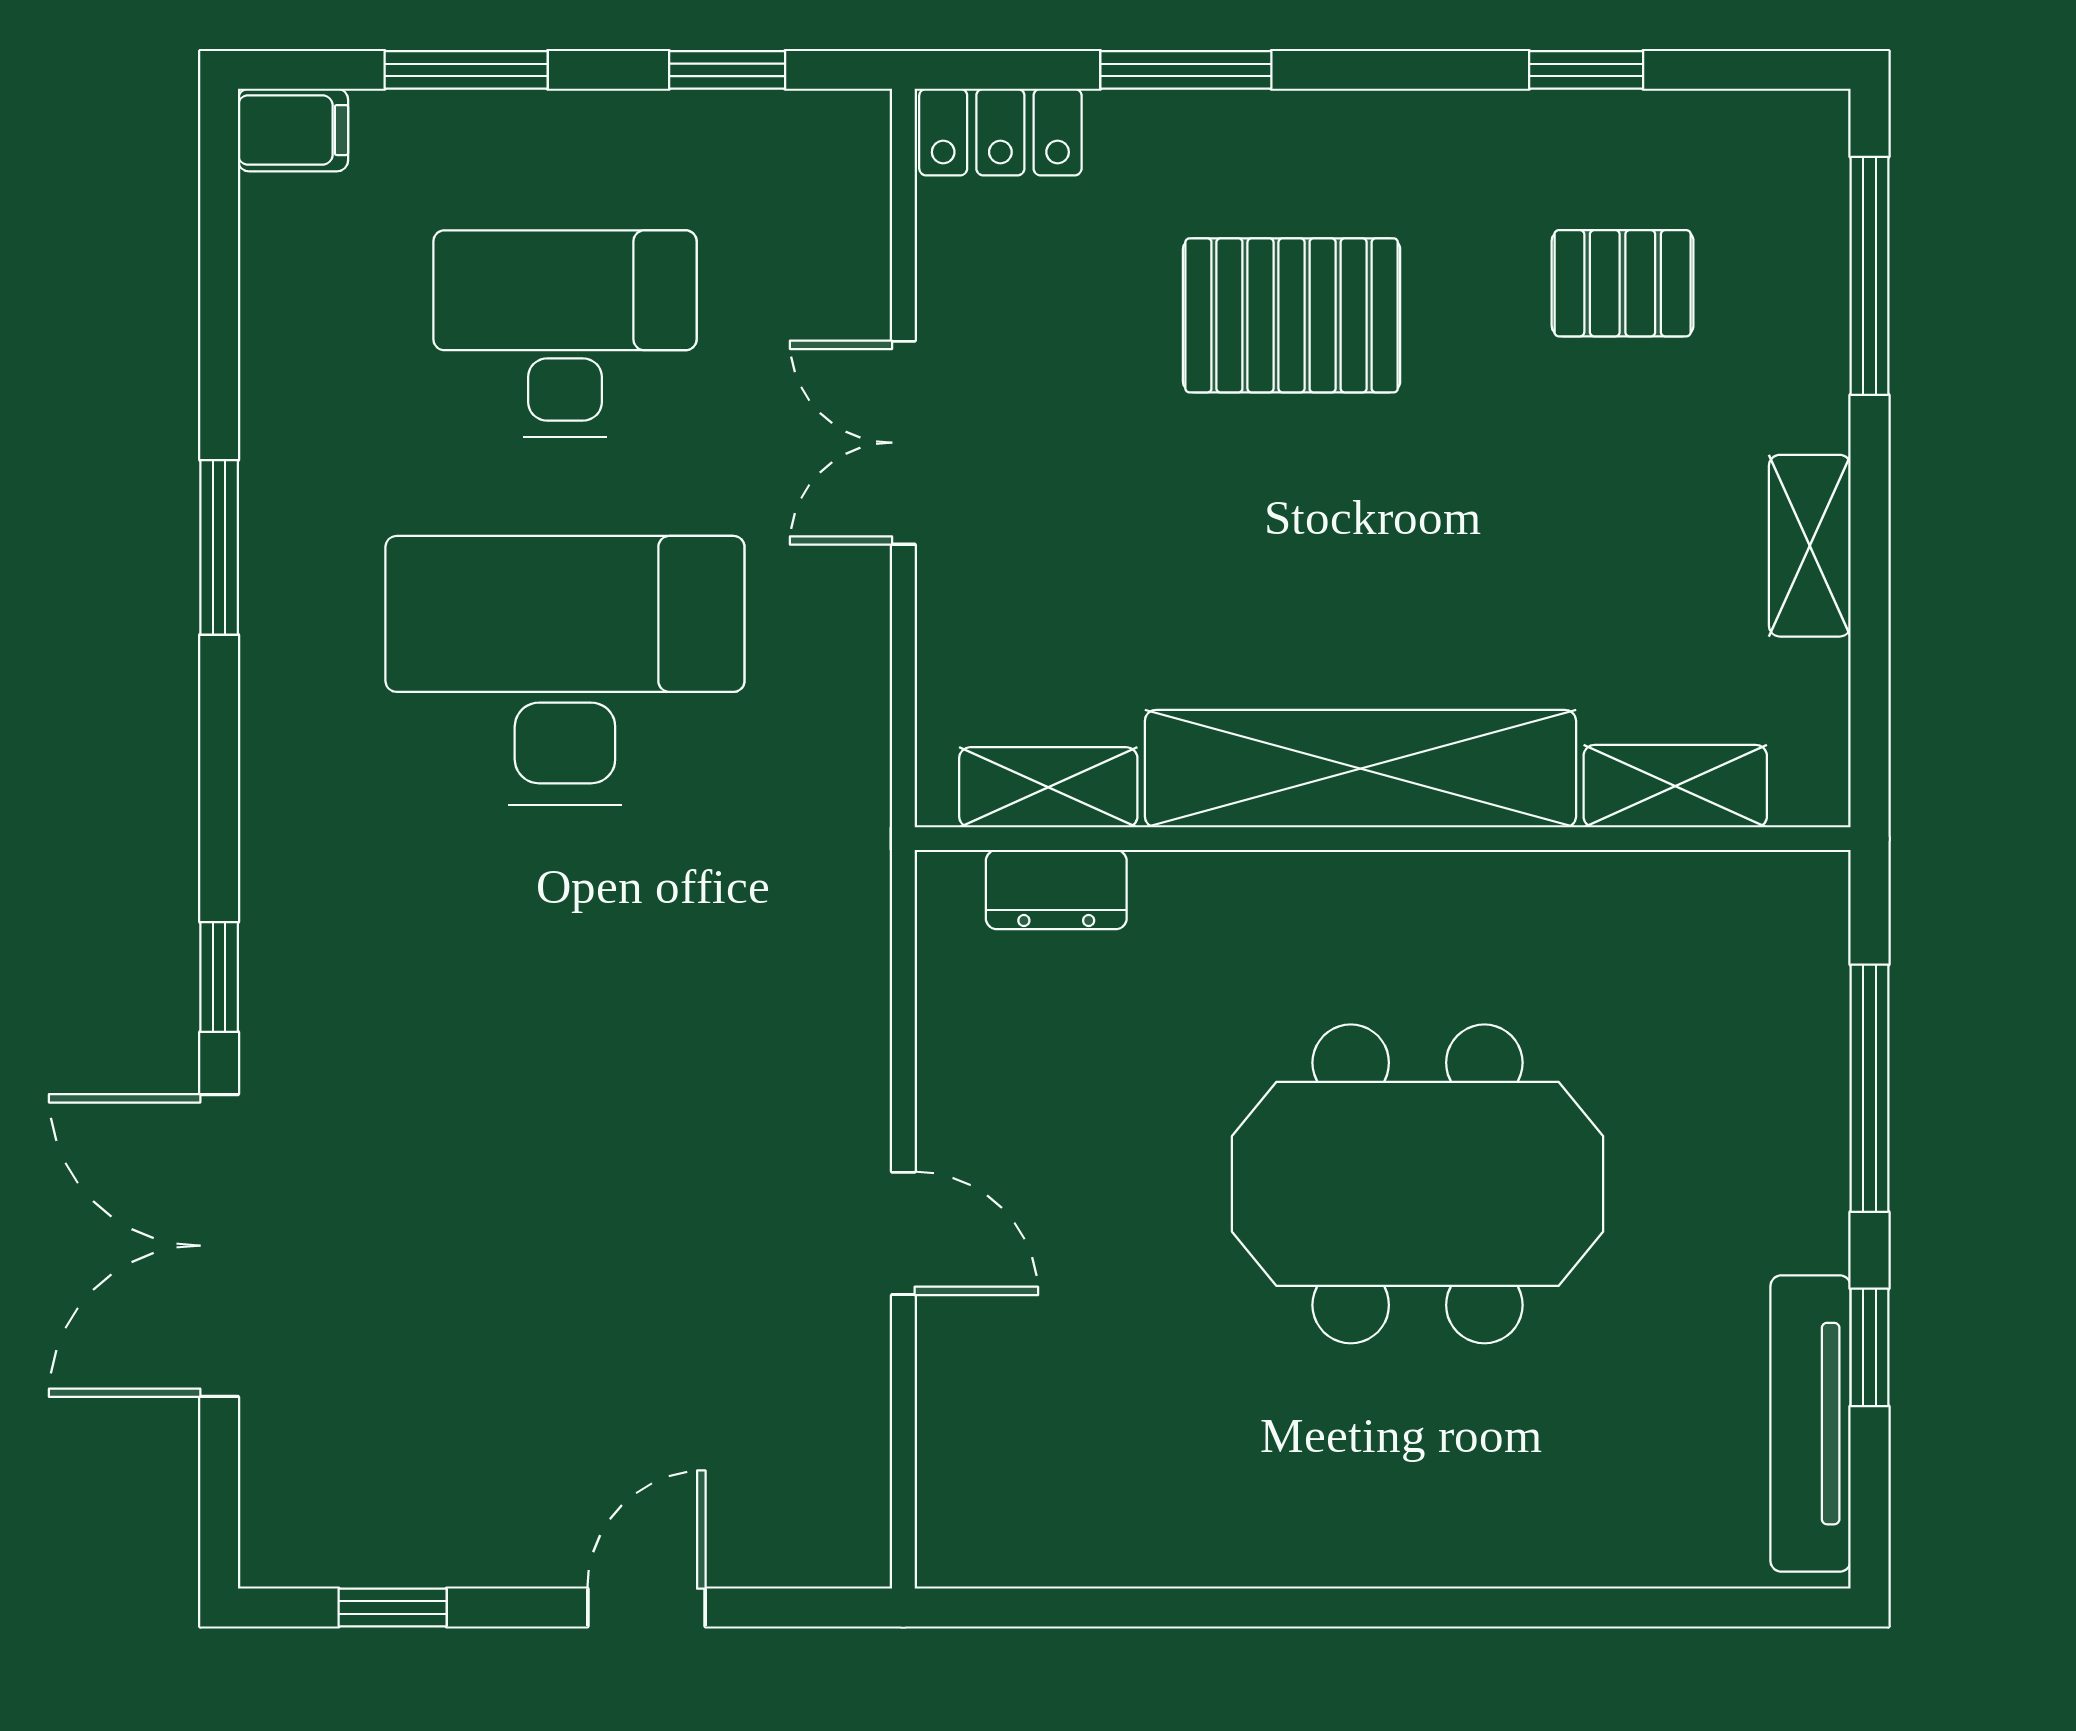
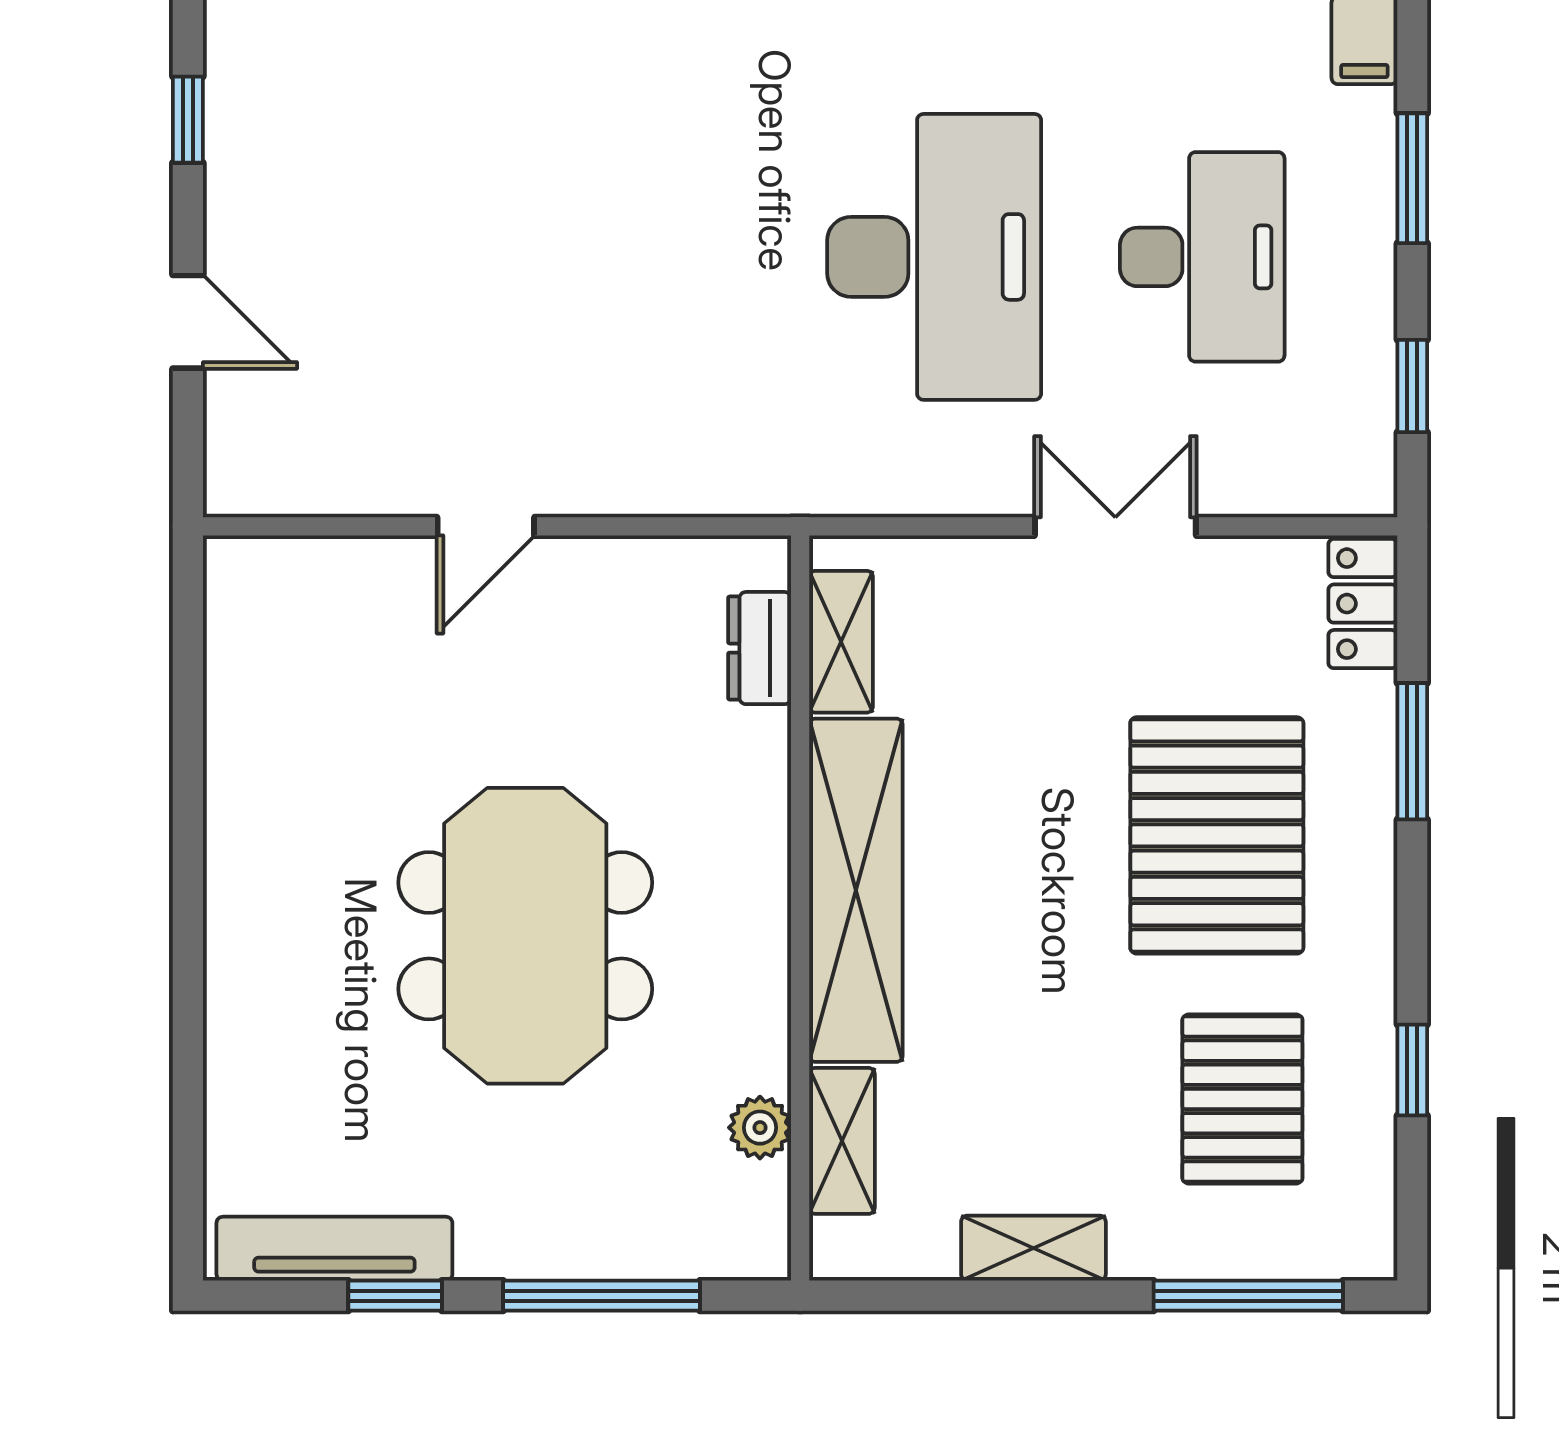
pallet: (1623, 283) -> (1242, 1099), width x1.50, depth x1.42
pallet: (1292, 315) -> (1217, 835), width x1.37, depth x1.41
plant: (1658, 889) -> (760, 1128), added

